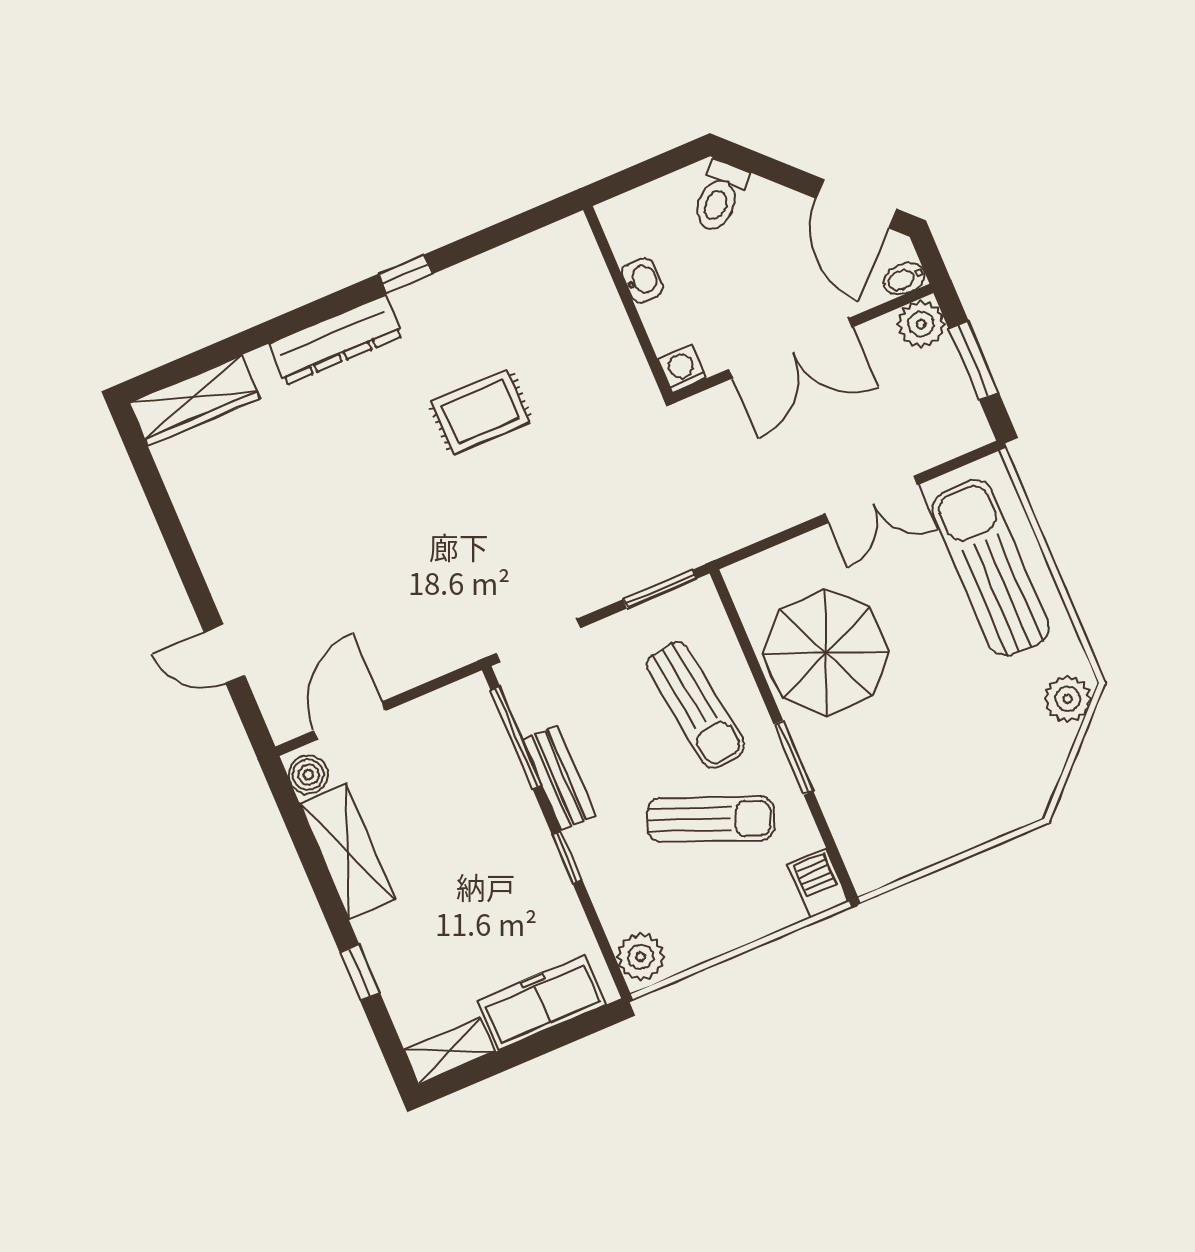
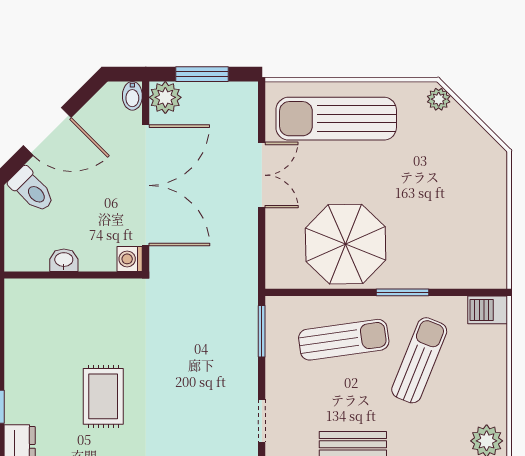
door: (856, 204) -> (47, 131), moved
double door: (791, 348) -> (146, 185), width x1.36
doorway: (539, 641) -> (262, 421), width x0.73
plant: (1068, 699) -> (439, 99), width x0.73, depth x0.73

